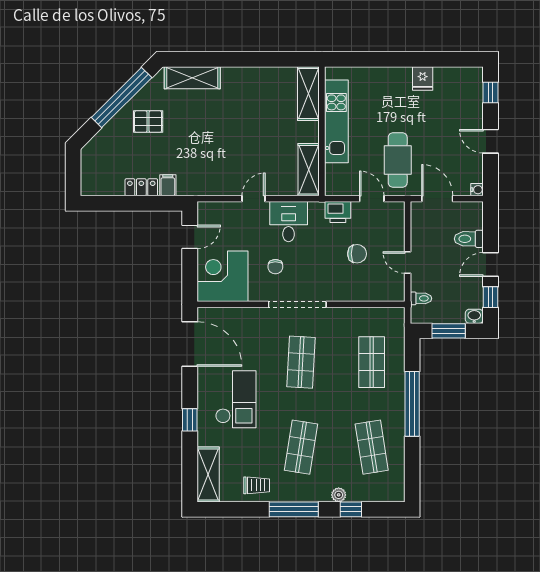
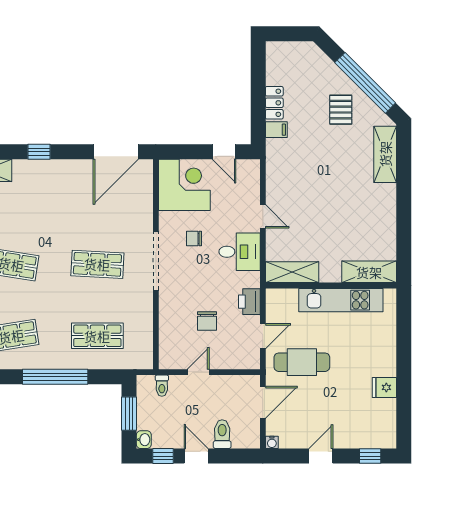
checkout: (236, 399) -> (60, 198), removed

